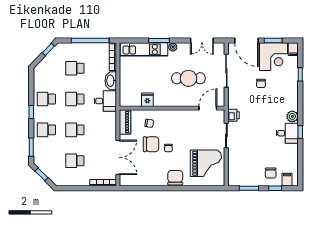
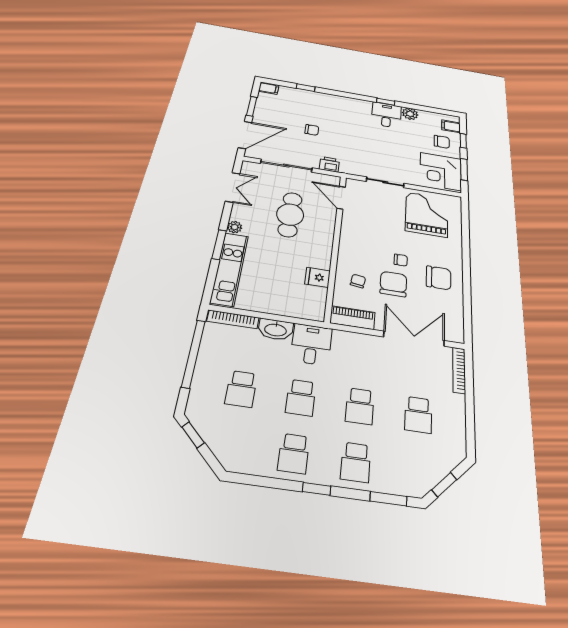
corner desk: (274, 57) -> (441, 171), moved, turned 180
printer: (233, 115) -> (329, 164), moved
plant: (292, 116) -> (410, 114), moved
chair: (175, 178) -> (439, 278), moved, turned 180

